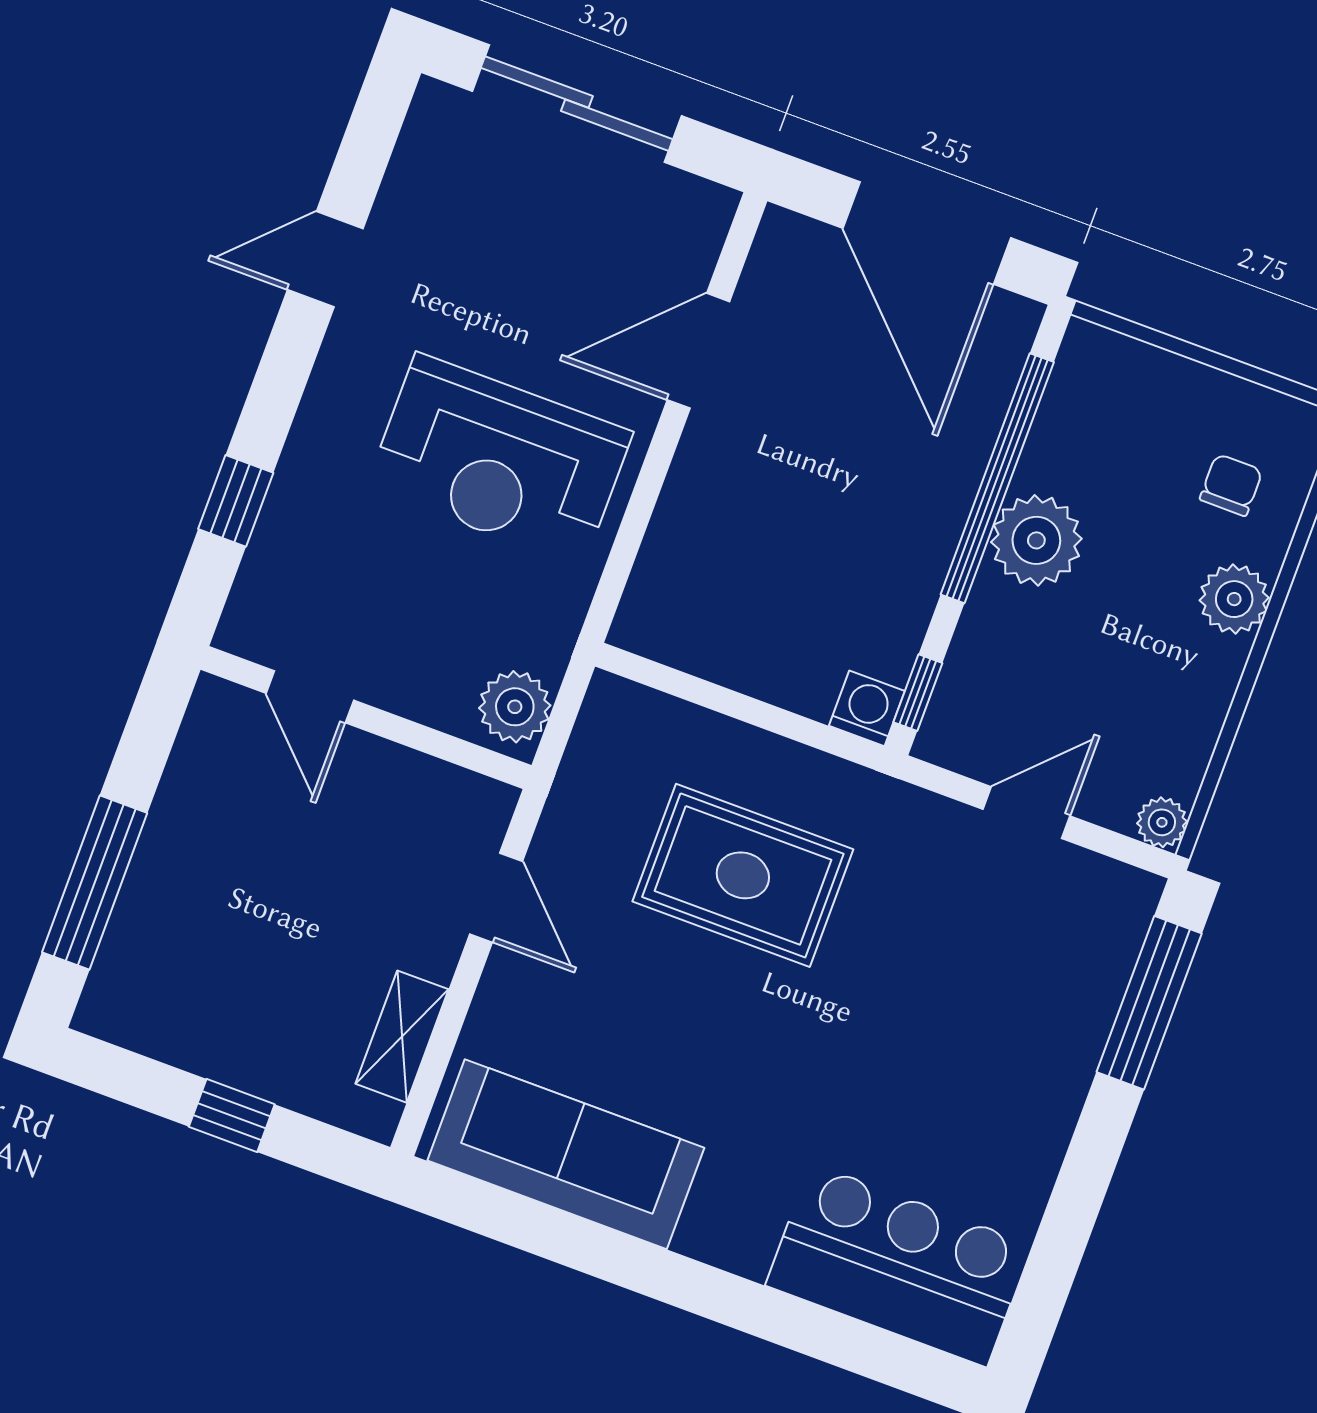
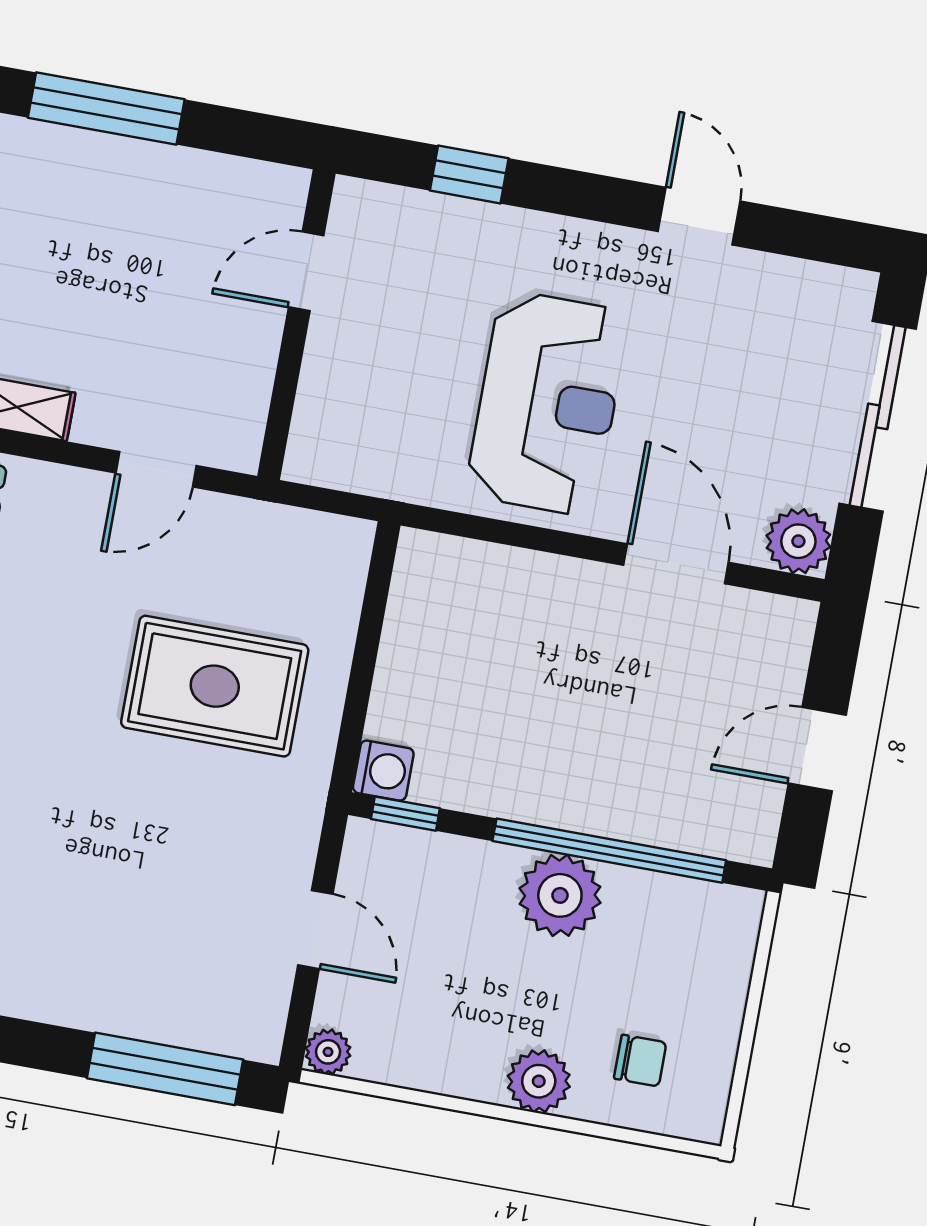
door: (927, 233) -> (817, 749), width x0.53
reception desk: (499, 460) -> (547, 403), turned 180
plant: (515, 707) -> (798, 541), moved
rug: (743, 875) -> (215, 686), turned 90

